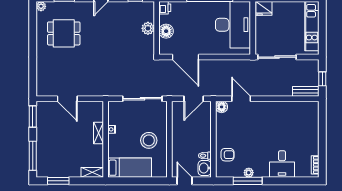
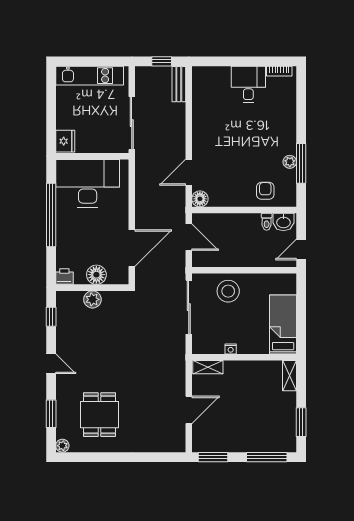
shelving: (98, 133) -> (208, 367), moved
stool: (149, 140) -> (228, 291), moved
desk: (282, 164) -> (248, 84), moved, turned -90

